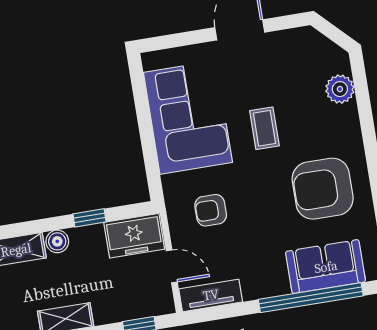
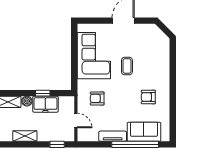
plant: (340, 89) -> (163, 54), removed
armchair: (323, 189) -> (148, 97), width x0.53, depth x0.53
freezer: (134, 236) -> (45, 104), moved
tv unit: (211, 295) -> (113, 136), moved

